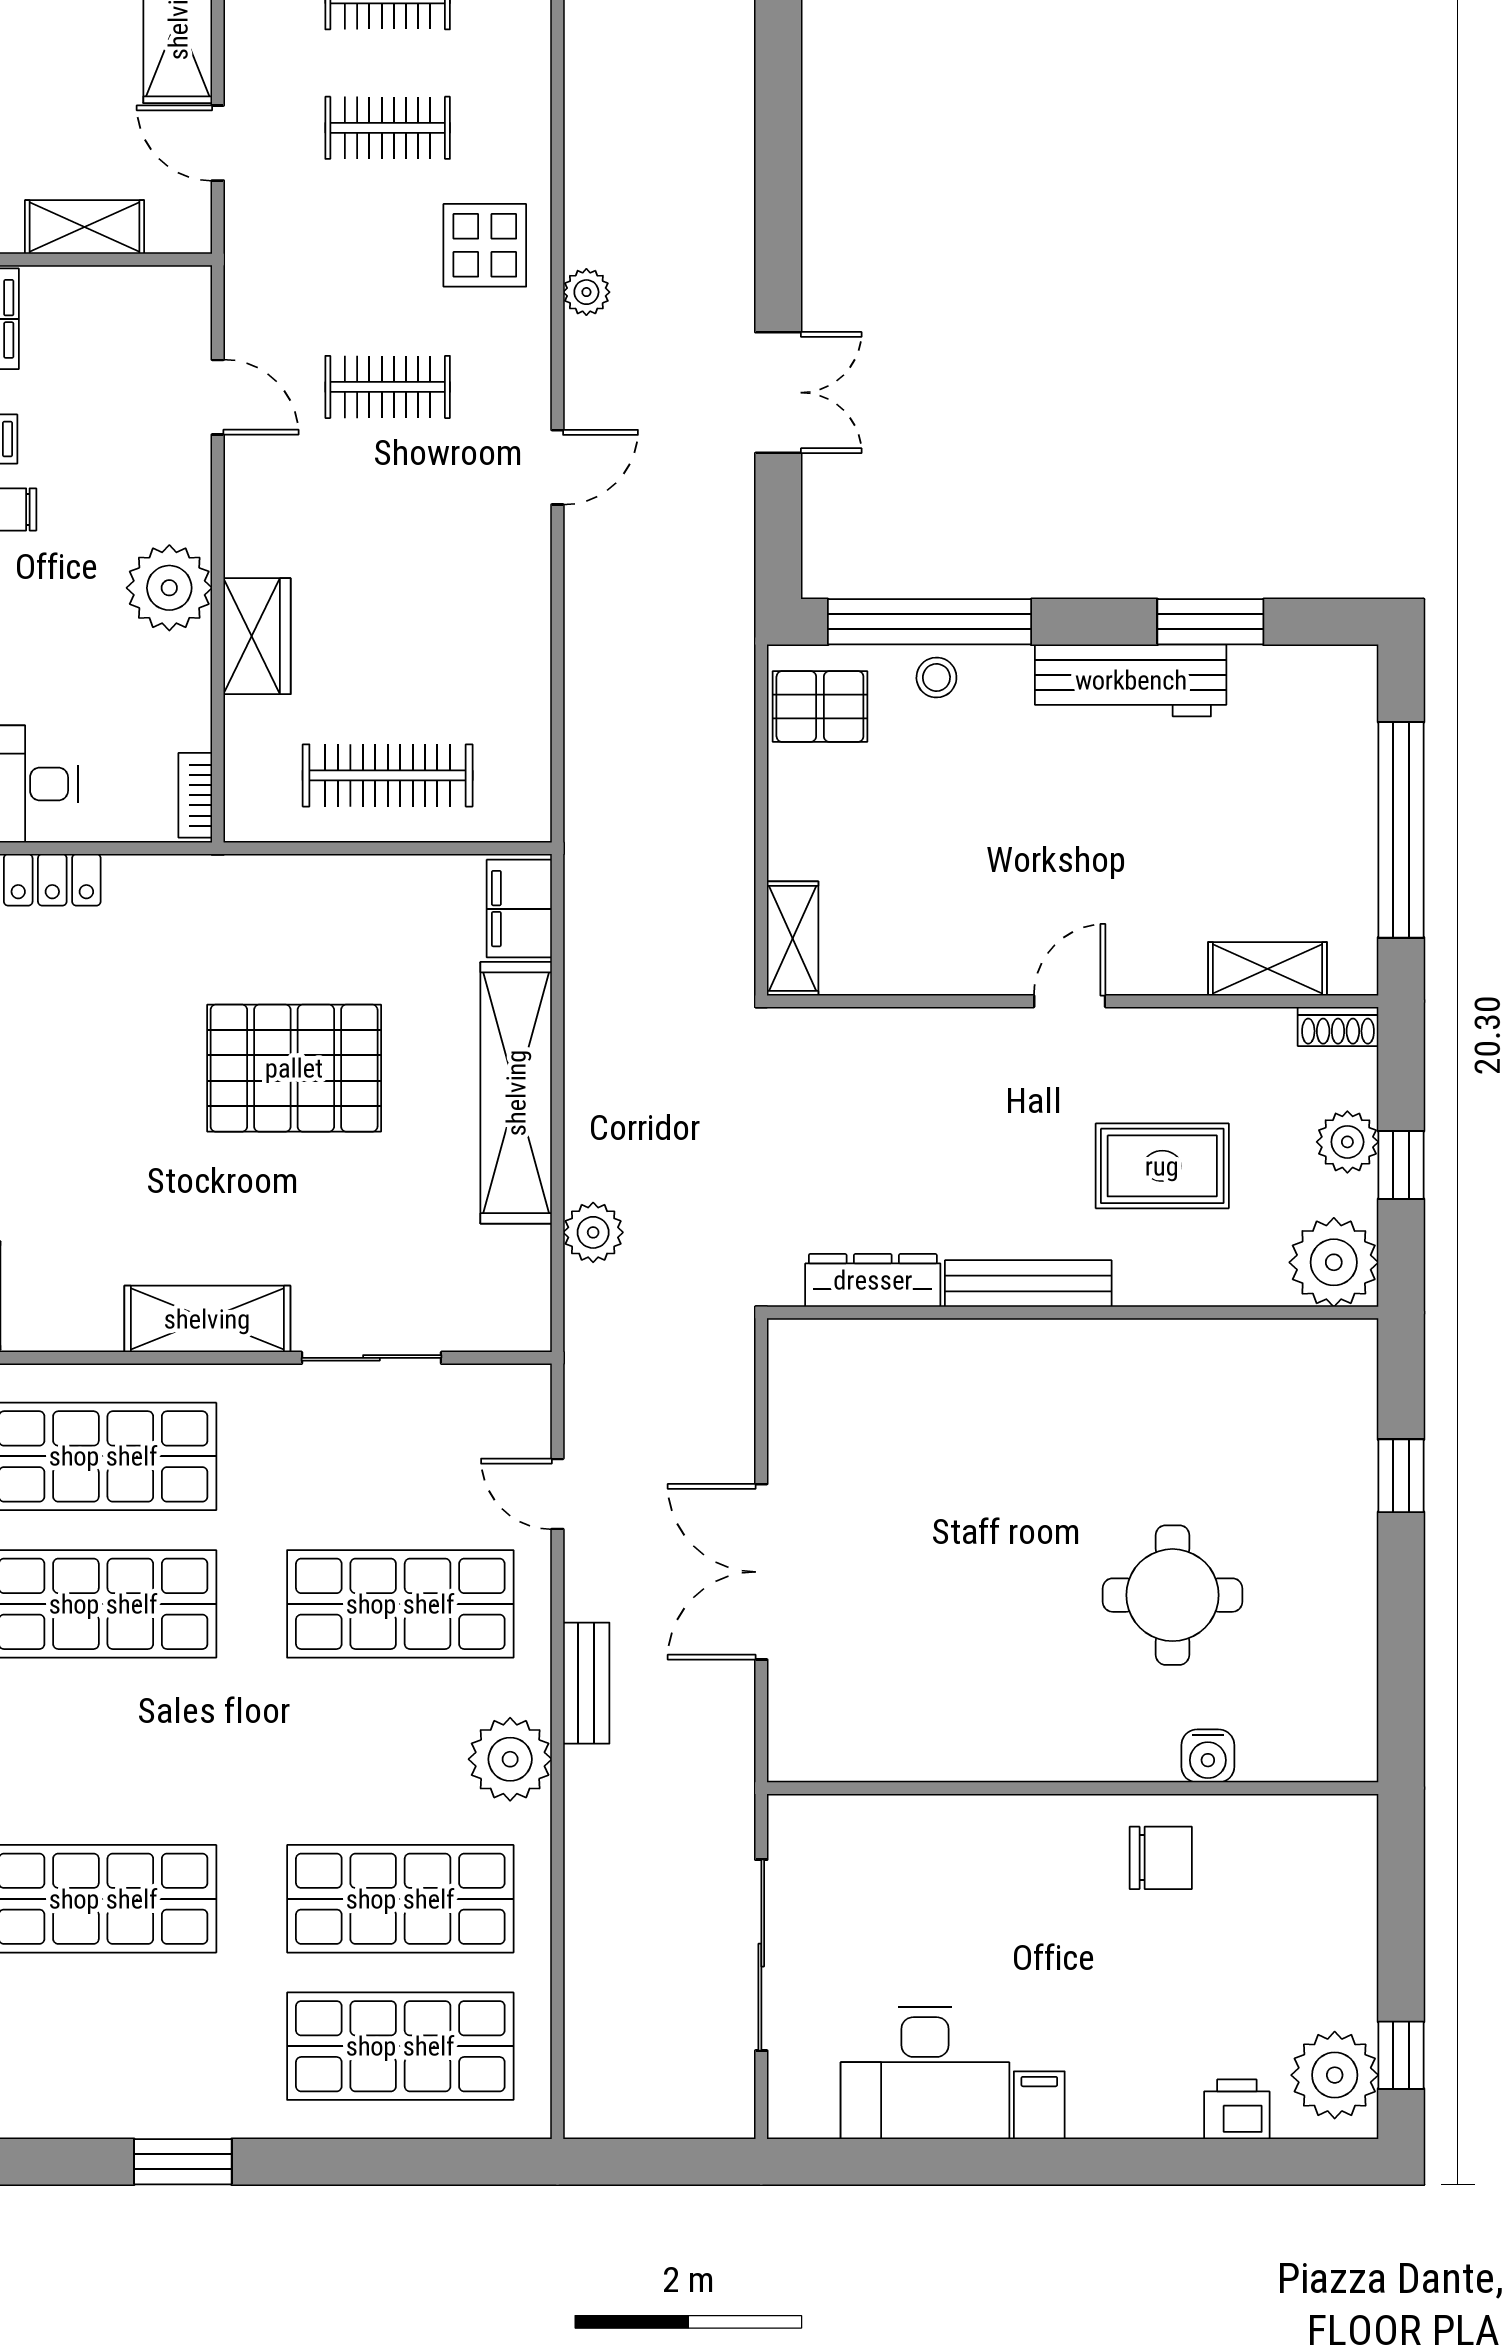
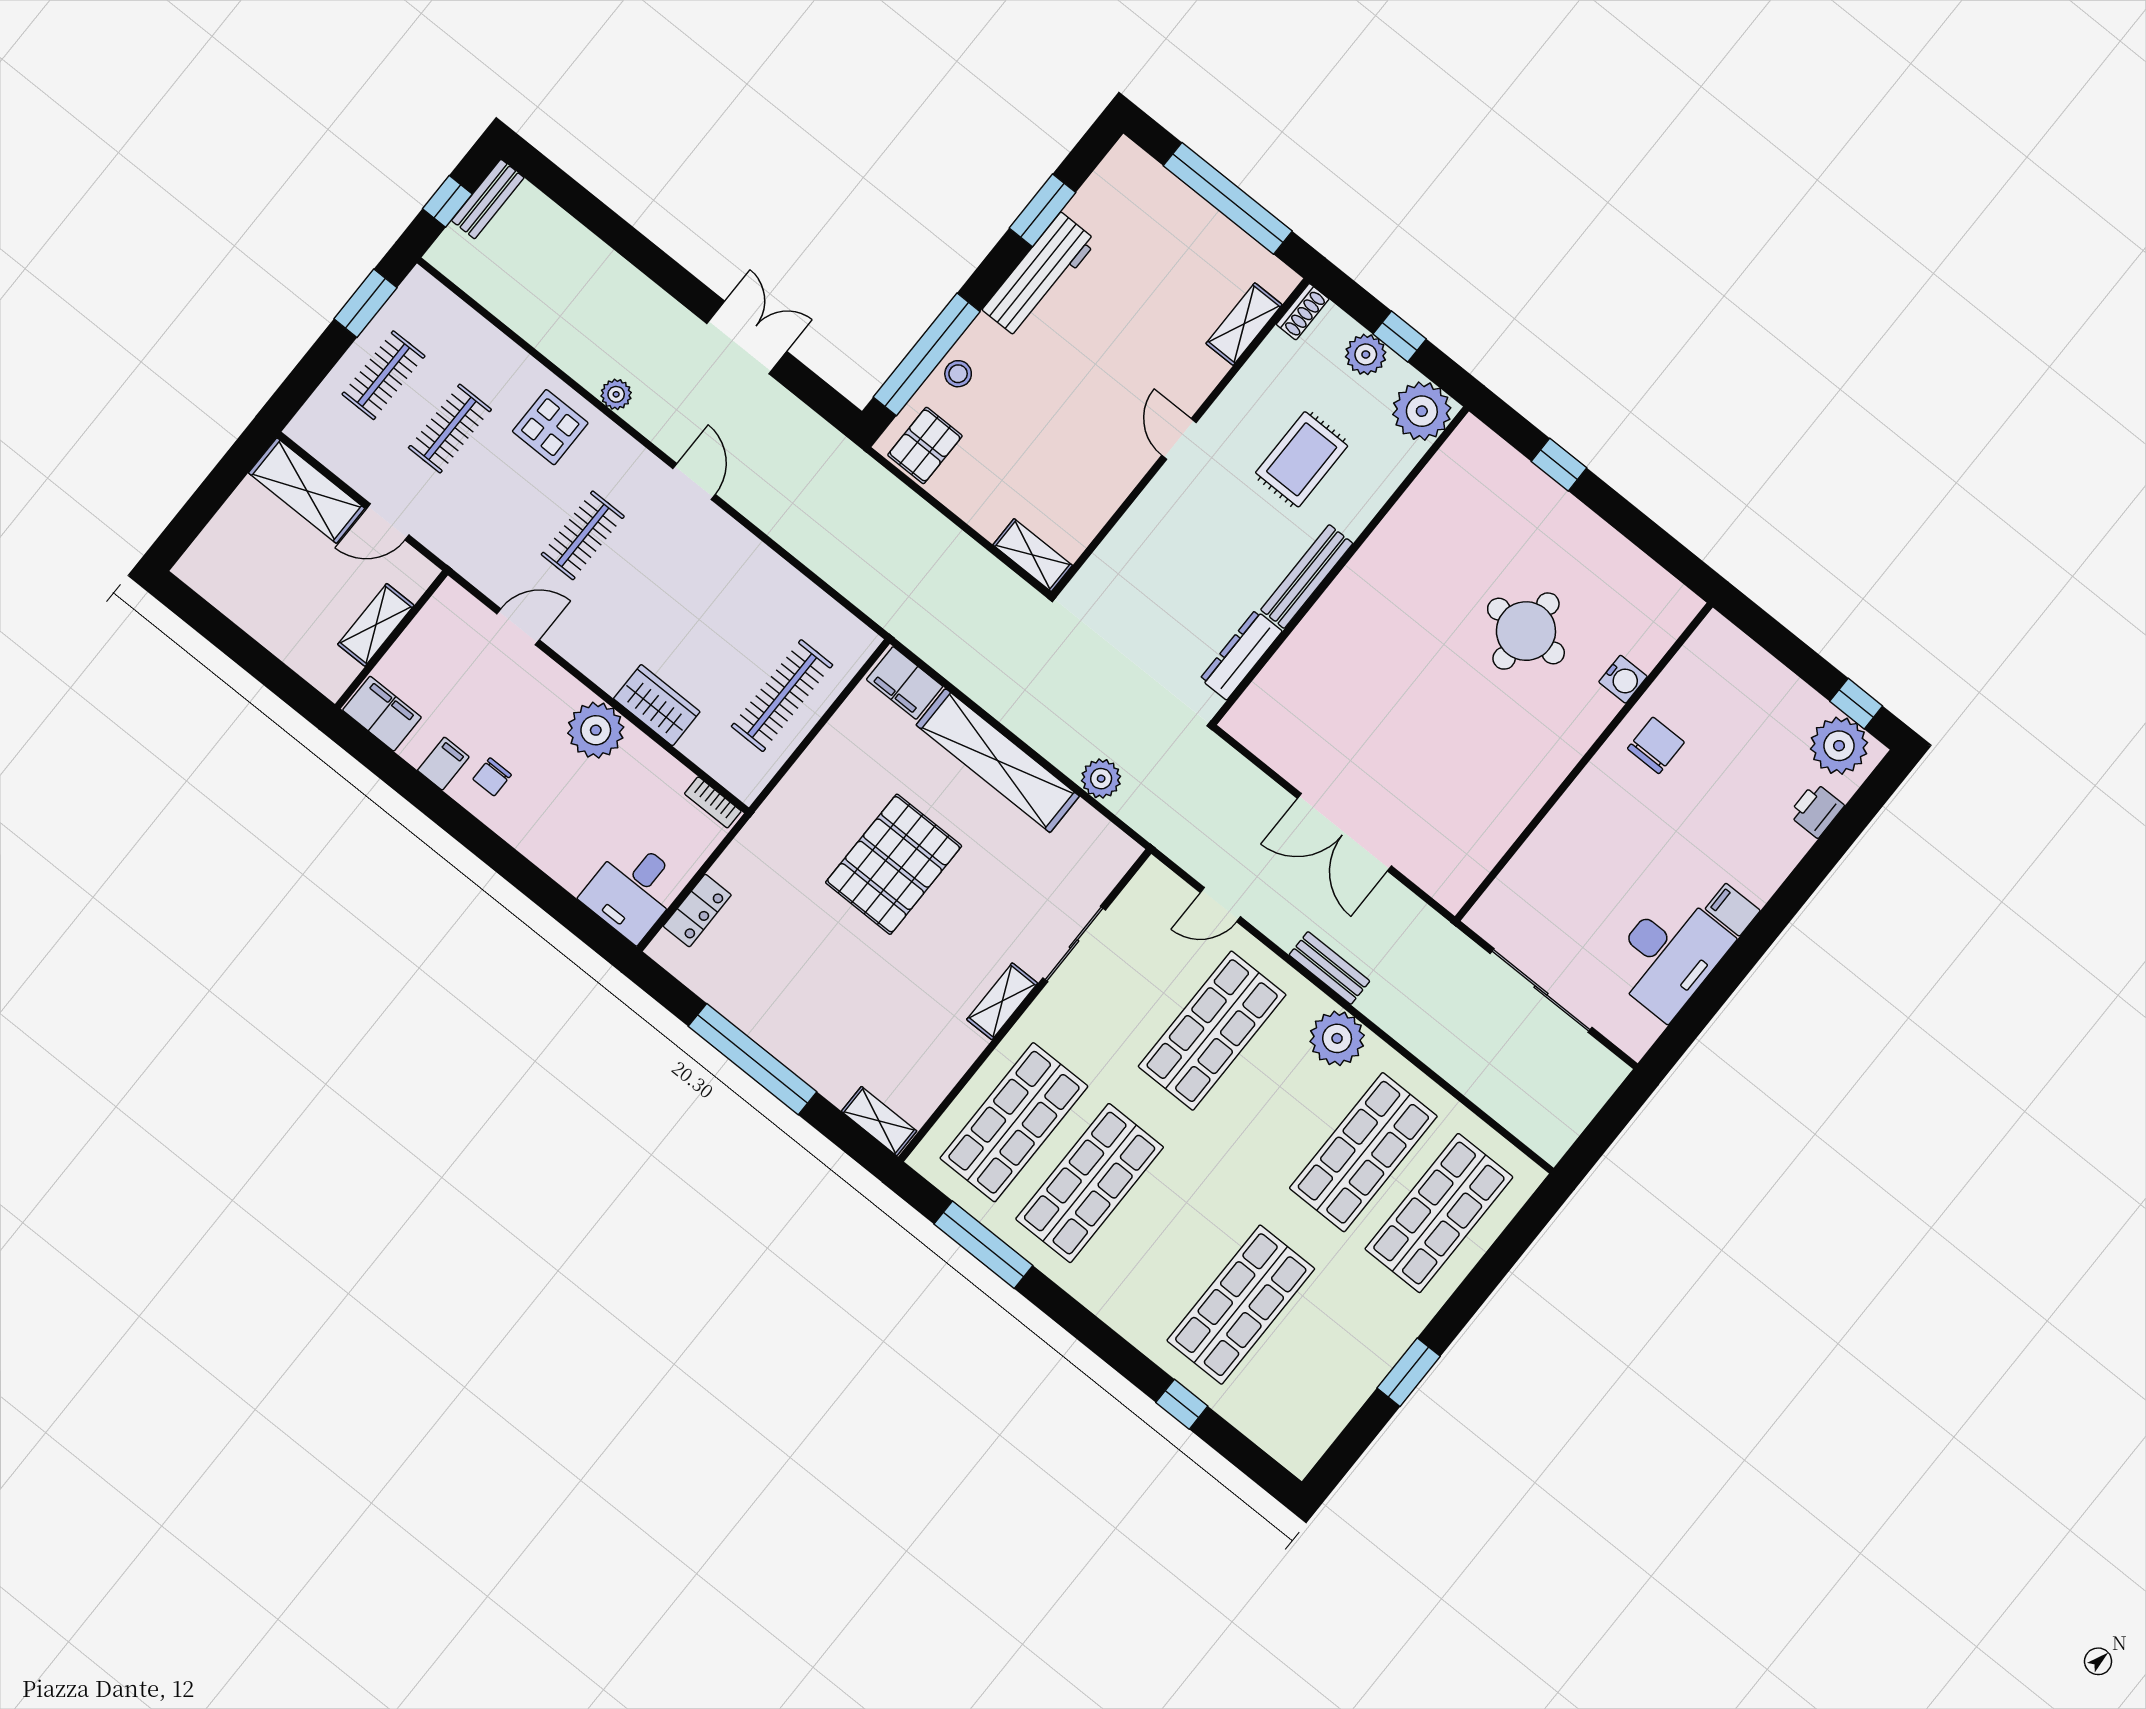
shelving: (207, 1319) -> (1002, 1001), width x0.67, depth x0.75

